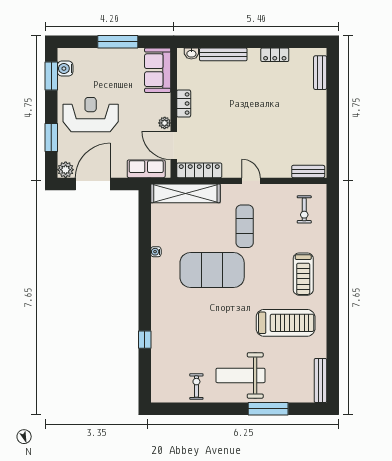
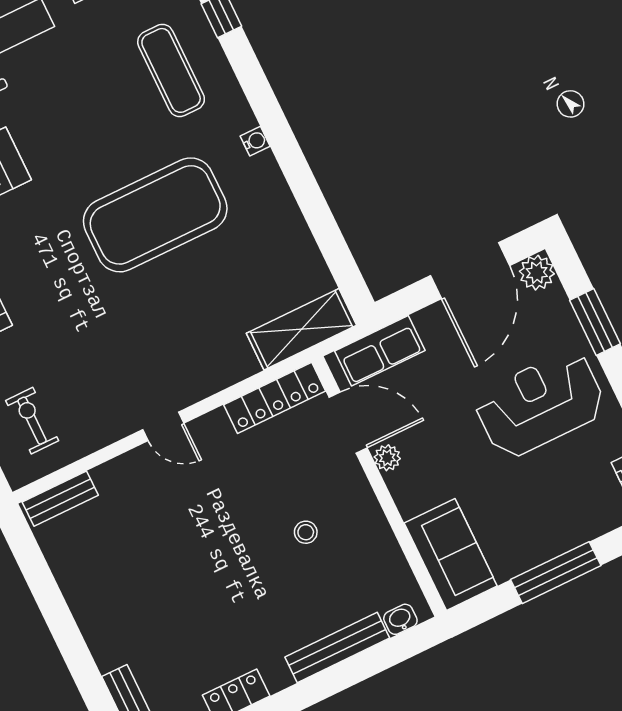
locker: (184, 104) -> (368, 514), removed
stool: (213, 108) -> (306, 532), added
reception desk: (91, 115) -> (540, 404), turned 180
shelving: (185, 193) -> (301, 329), width x0.68
exercise mat: (245, 226) -> (171, 70), moved
water cooler: (156, 252) -> (255, 141), moved

